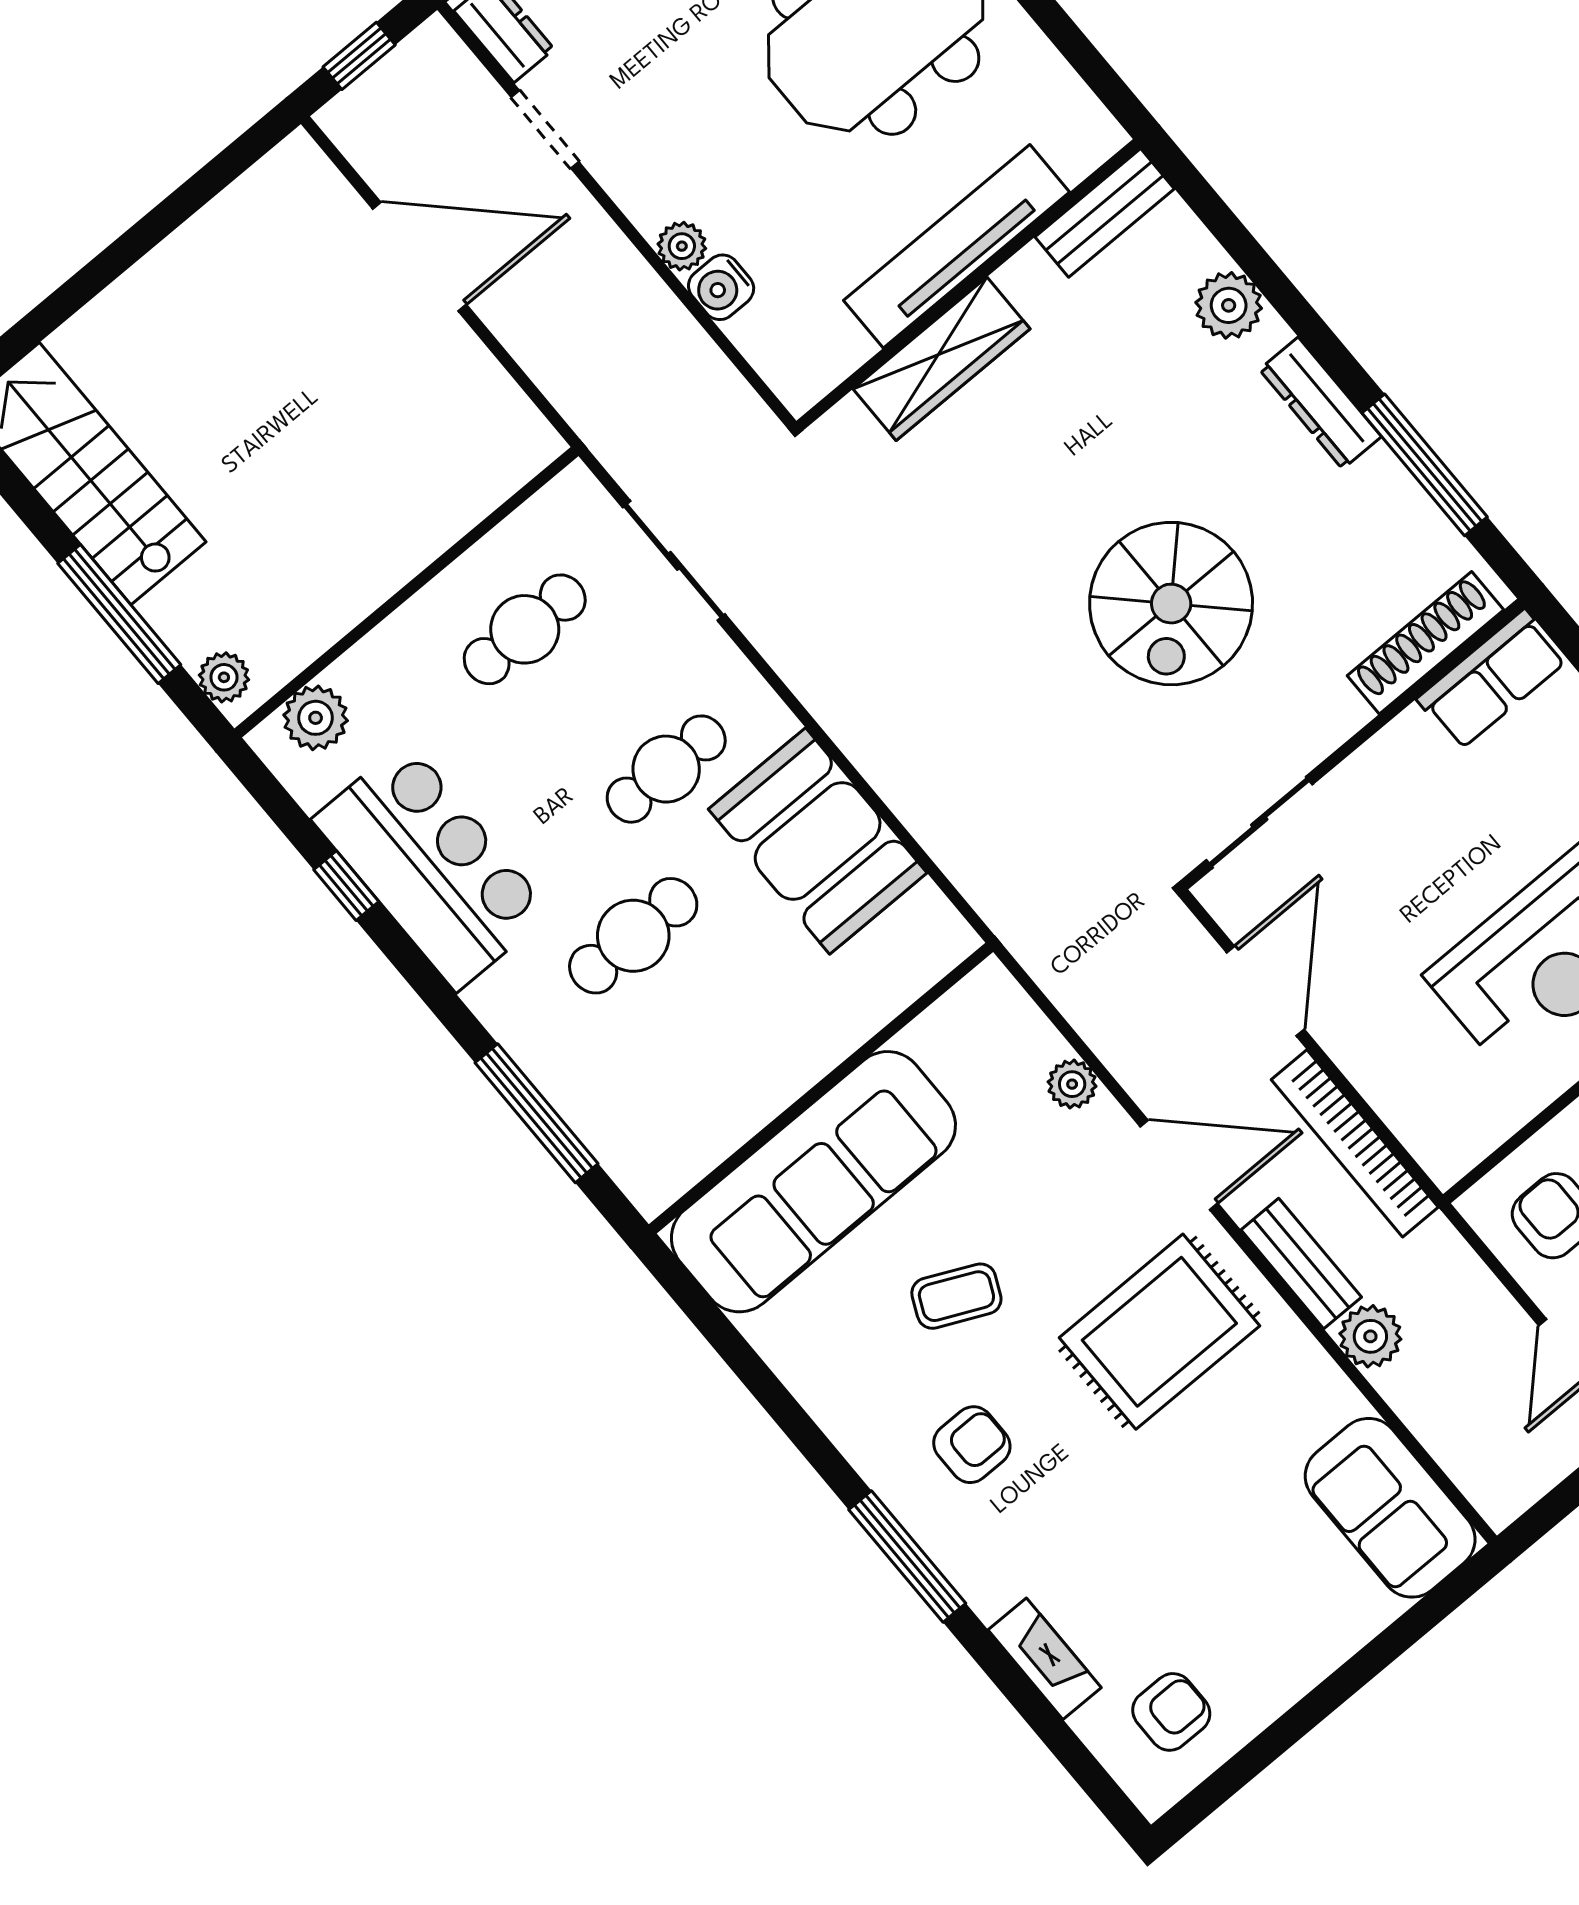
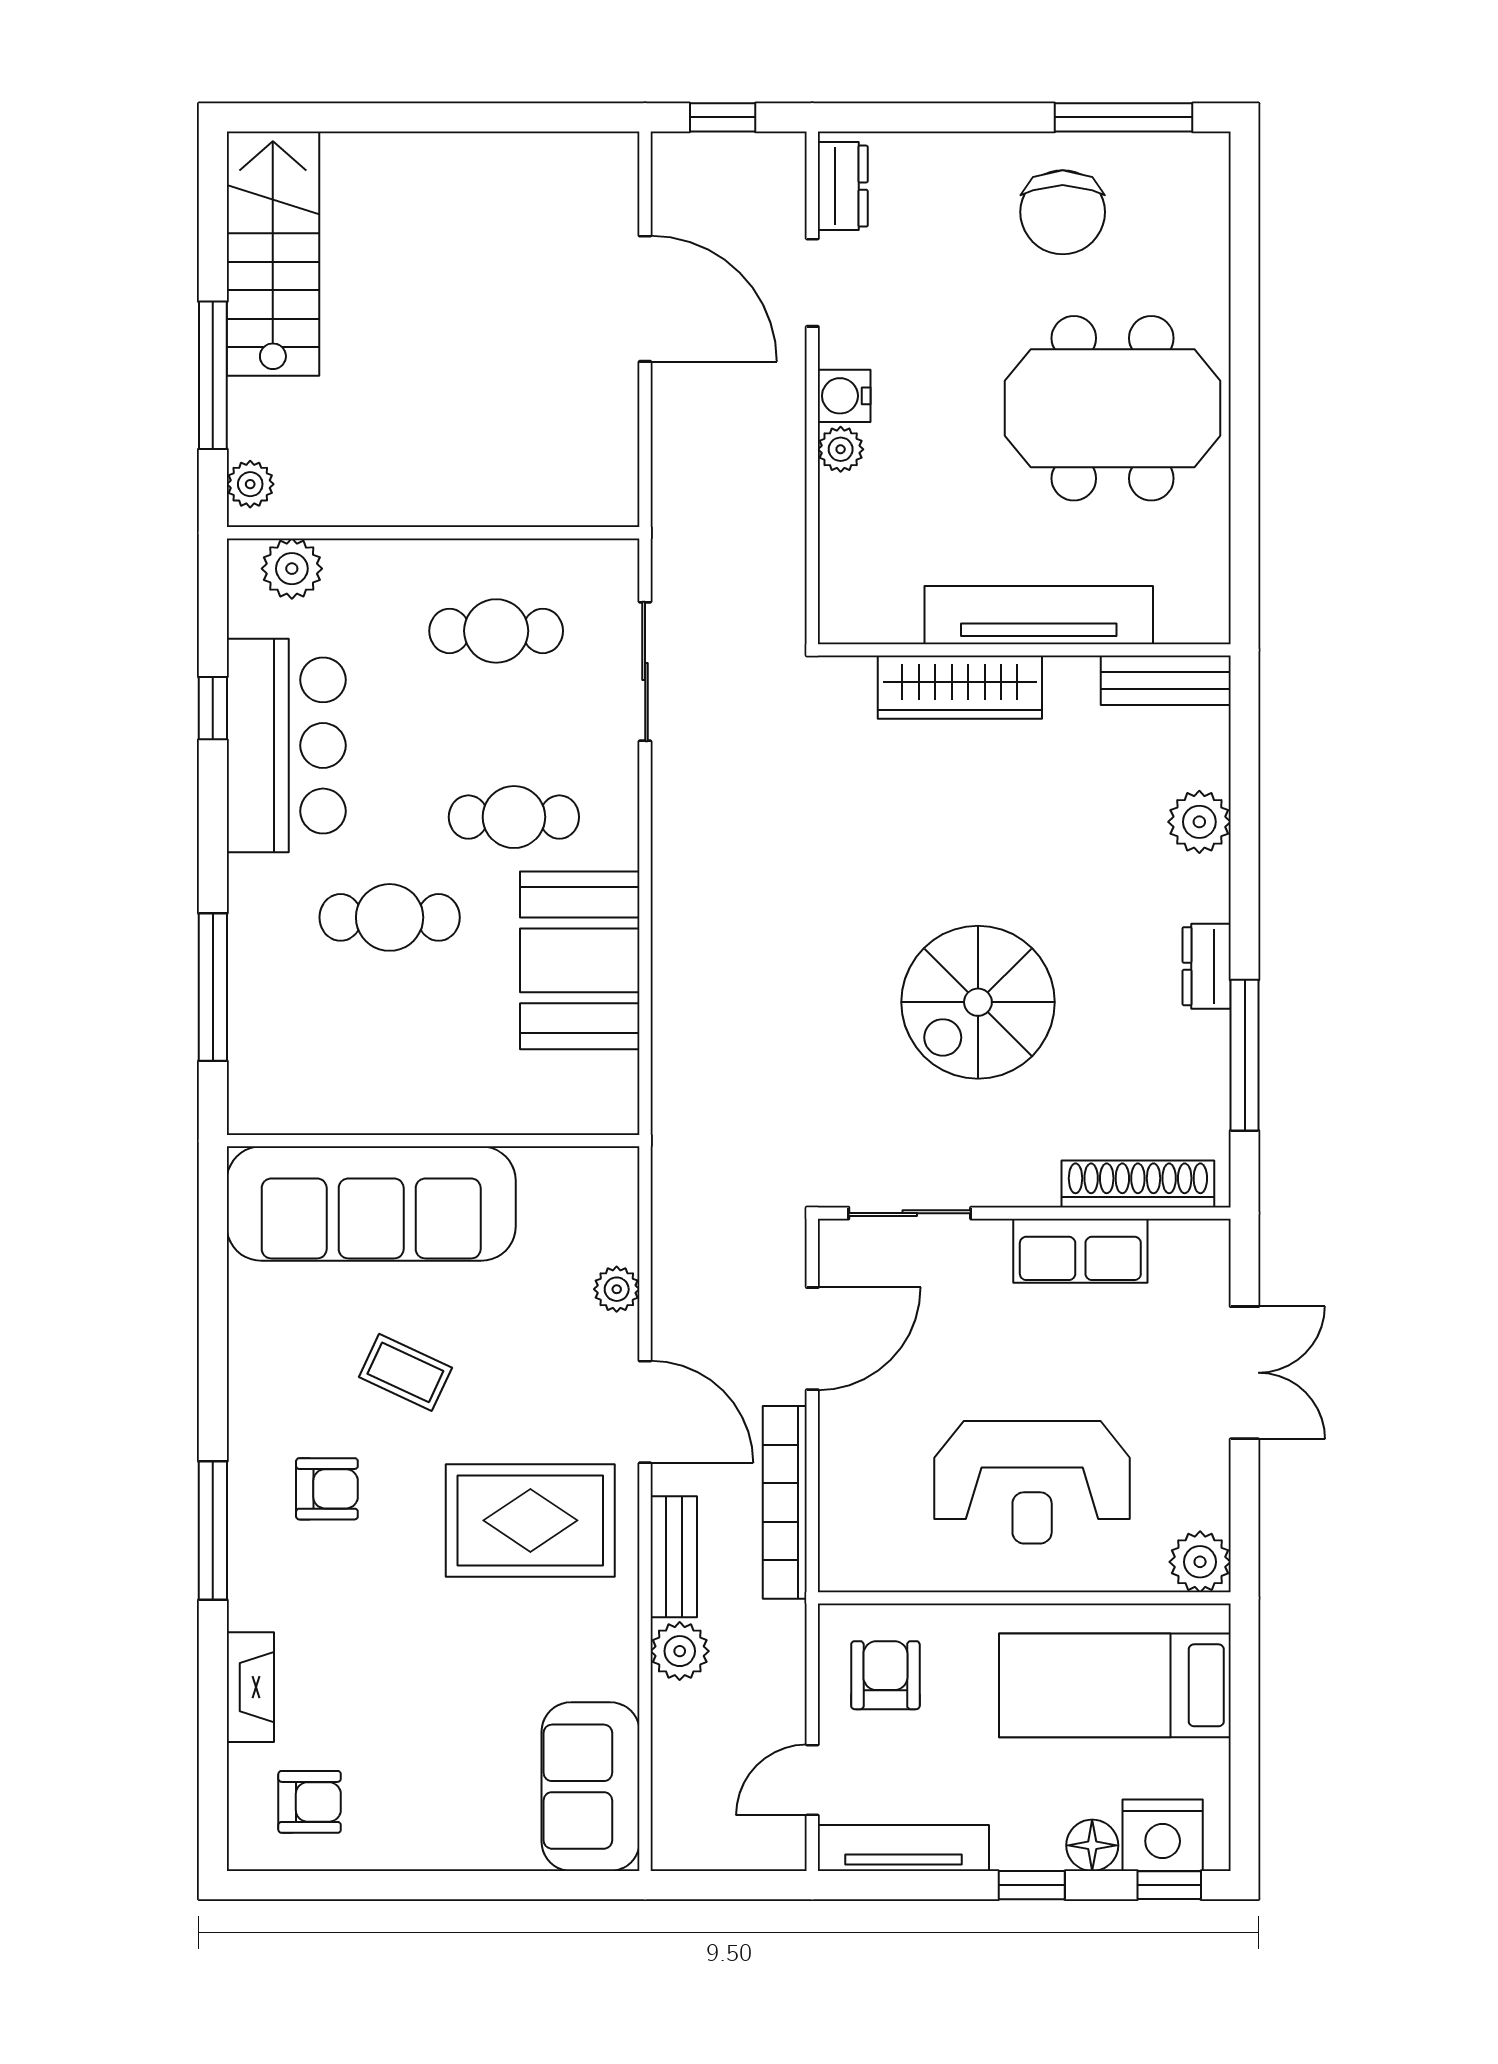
water cooler: (721, 287) -> (844, 396), moved
dresser: (1320, 403) -> (1207, 966), width x0.70
row of seats: (1492, 680) -> (1080, 1251), moved

